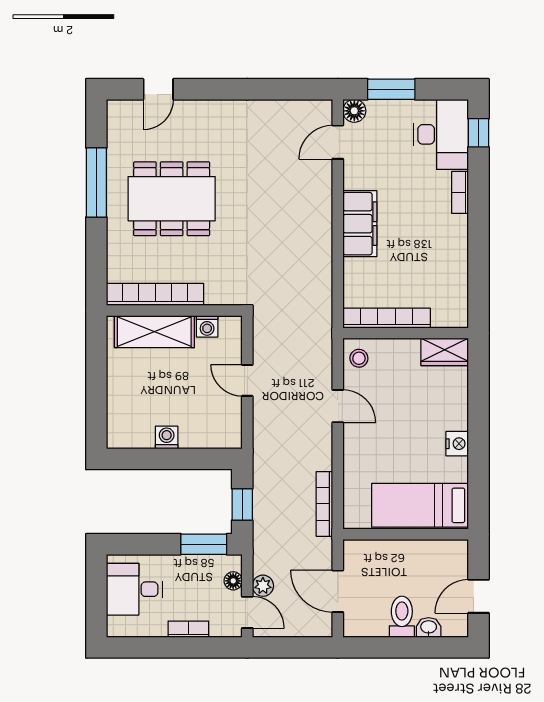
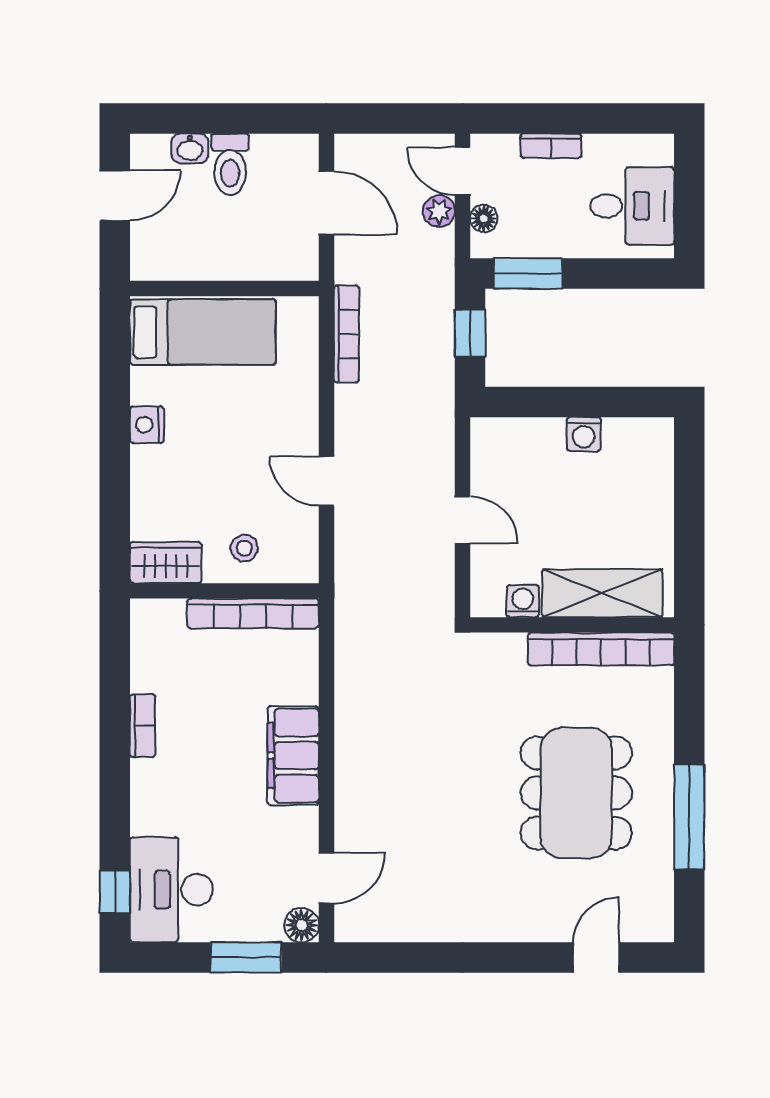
bookcase: (460, 192) -> (143, 726), moved
dining table: (172, 199) -> (576, 793), turned 90
stool: (359, 358) -> (244, 548), moved

